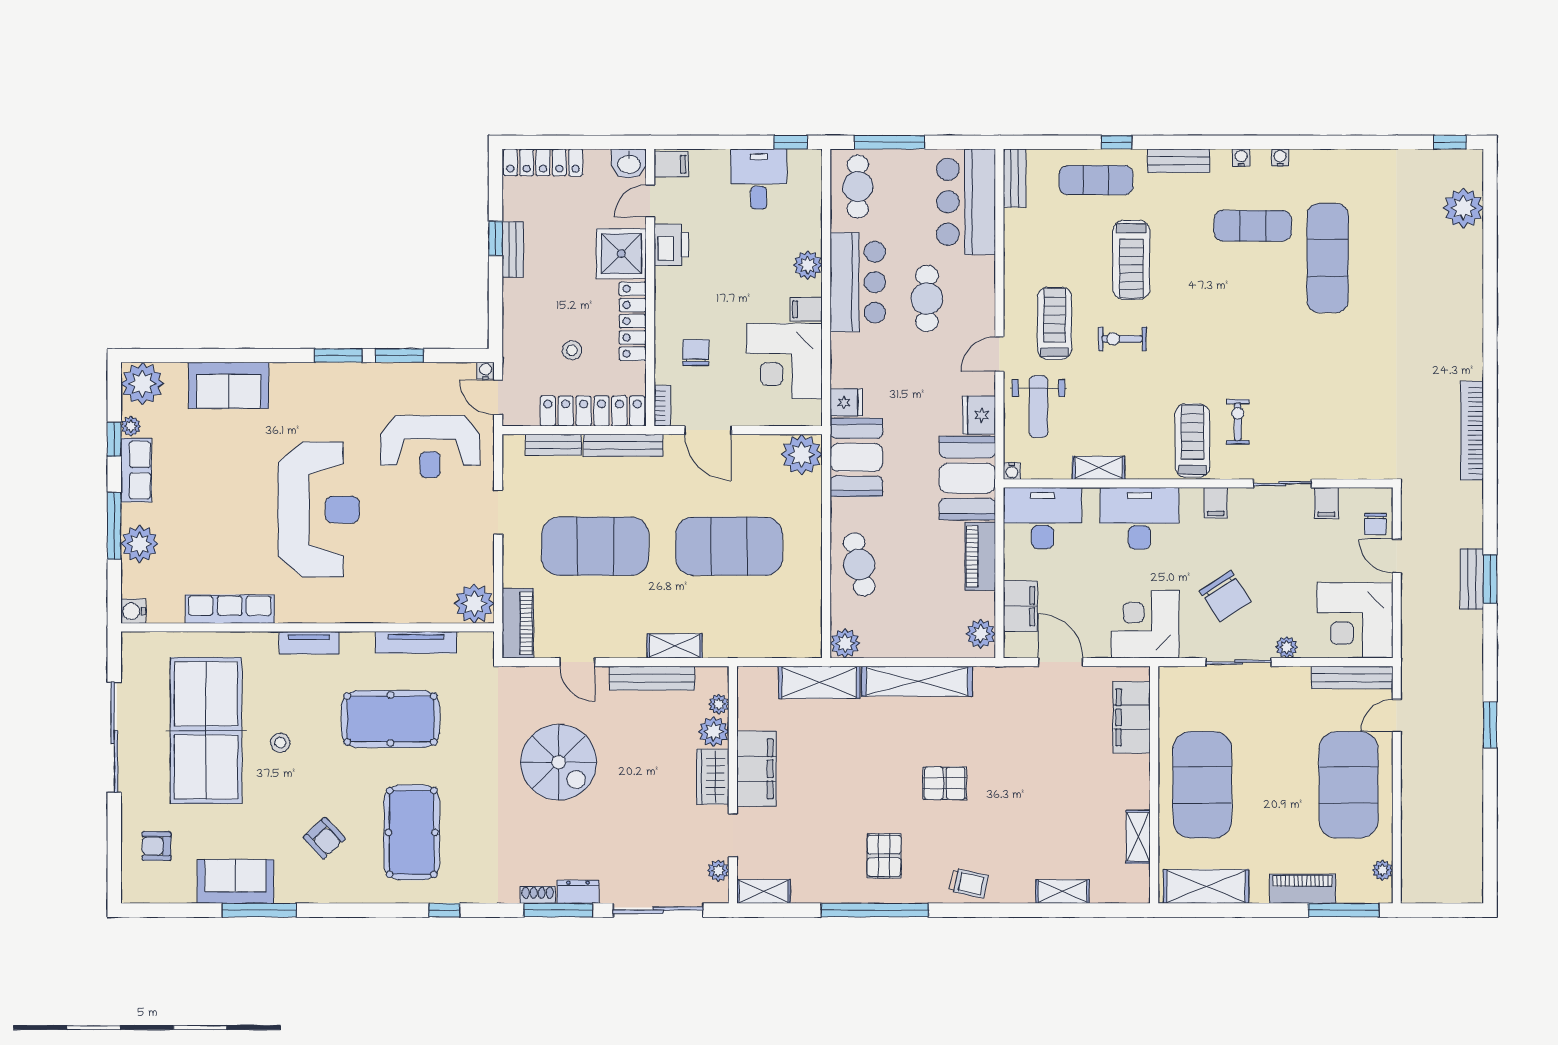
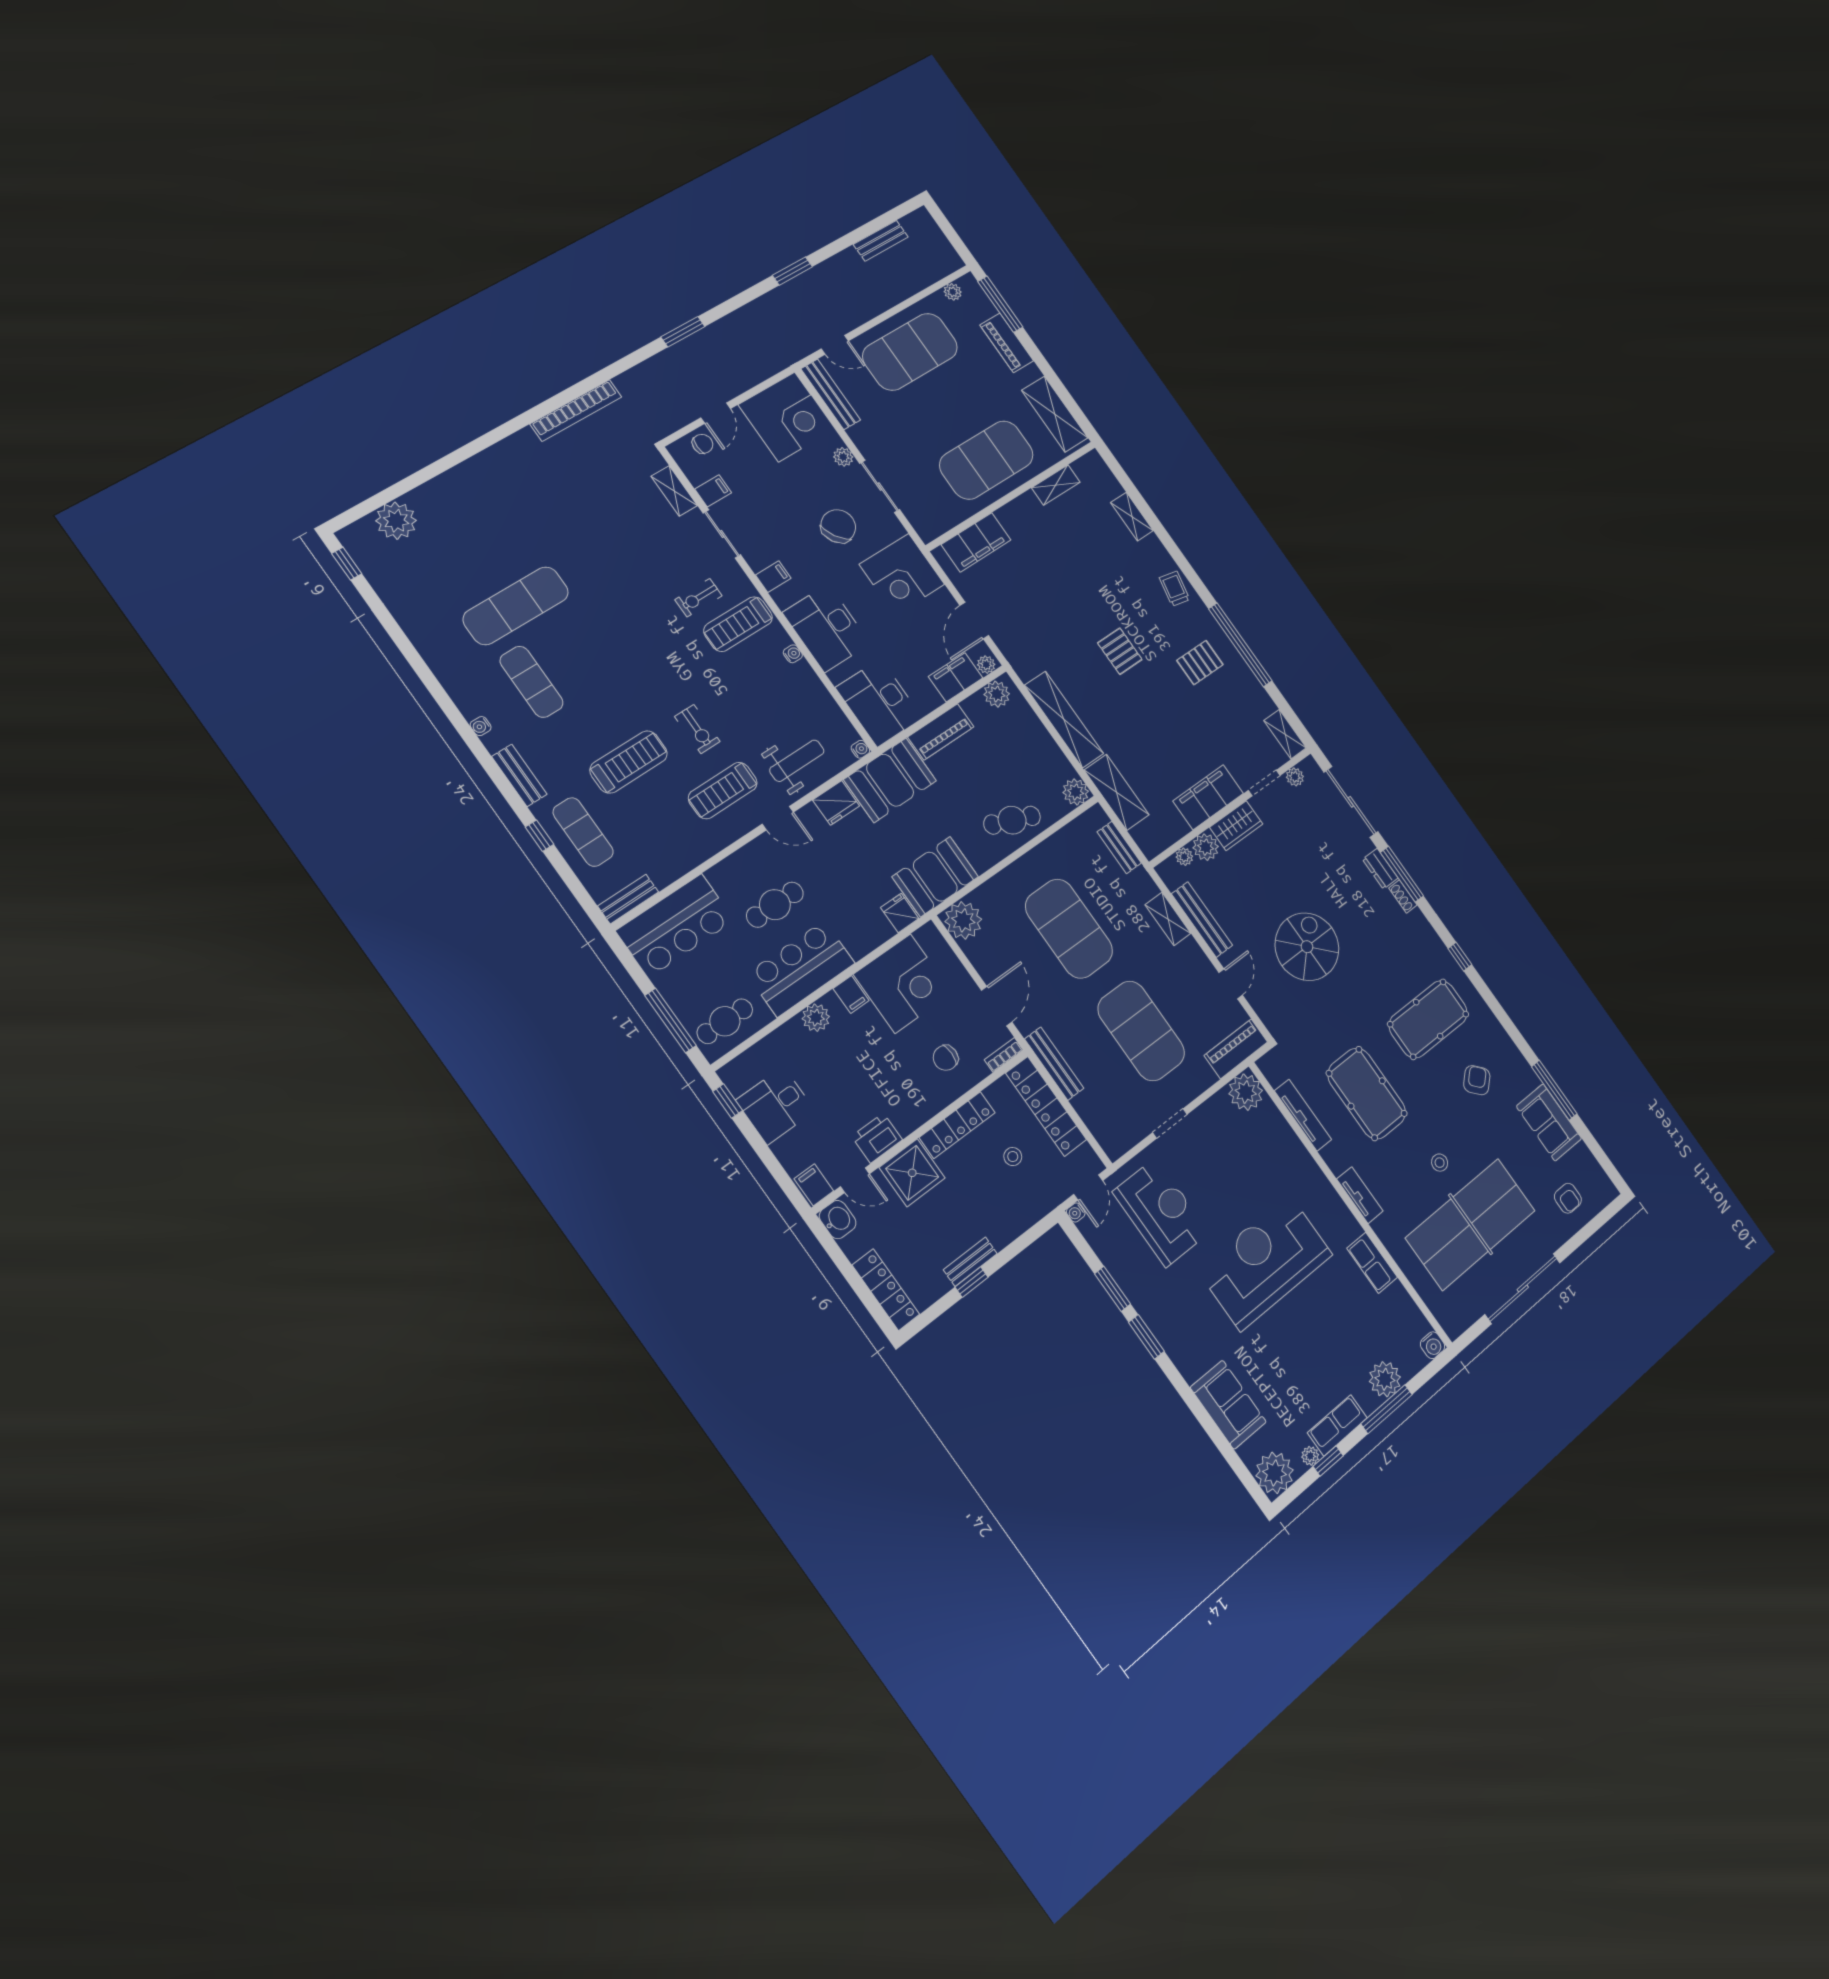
water cooler: (1280, 157) -> (793, 654), moved, turned 180
bench: (553, 445) -> (1119, 847), moved
shelving: (1099, 468) -> (674, 491), moved
cafe table: (859, 564) -> (1012, 820), turned 34
bench: (1472, 579) -> (881, 241), moved
row of seats: (230, 609) -> (1372, 1263), width x0.68
plant: (1014, 644) -> (986, 665), added

